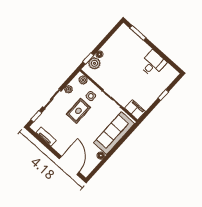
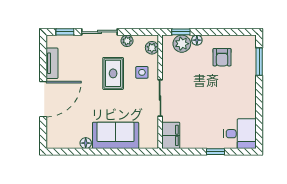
armchair: (119, 49) -> (222, 57), added
desk: (153, 64) -> (240, 134), moved
rug: (78, 111) -> (113, 73), turned 90
sofa: (114, 133) -> (116, 135), width x0.73
door: (69, 165) -> (43, 99), moved

